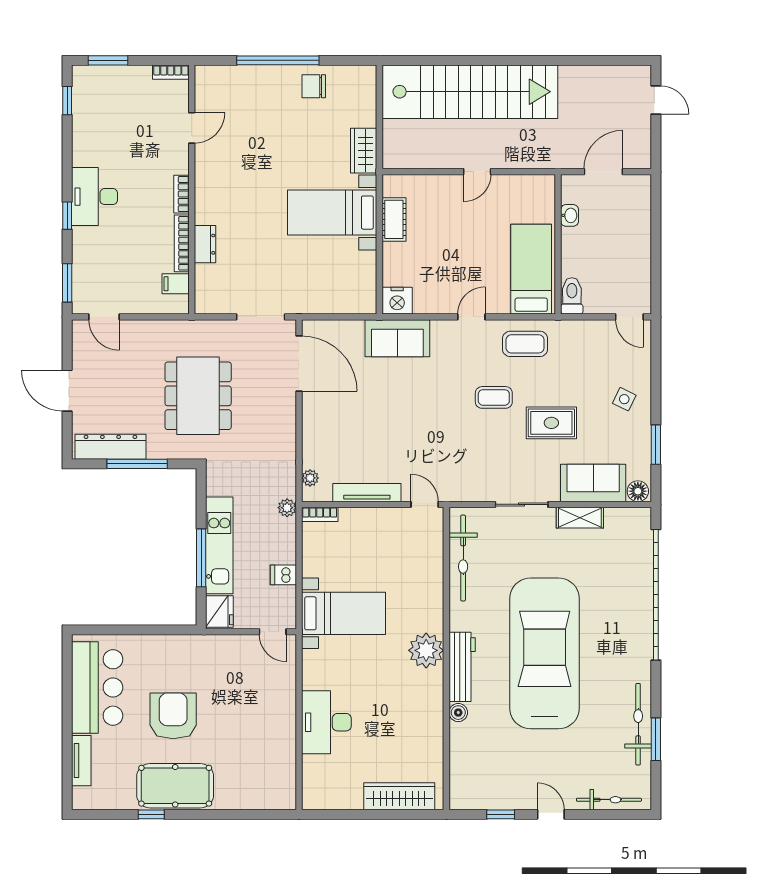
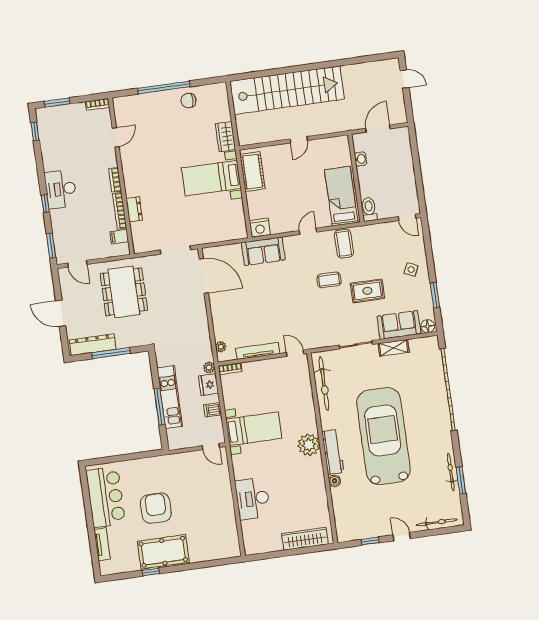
cot: (394, 219) -> (252, 172), width x1.37, depth x1.34
coffee table: (525, 344) -> (344, 244), turned 90
dining table: (198, 396) -> (124, 292), moved
fridge: (219, 612) -> (209, 385), moved, turned 180
bicycle: (638, 724) -> (451, 472), width x0.73, depth x0.71

